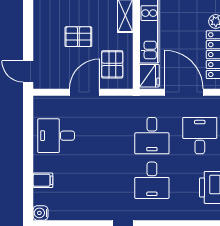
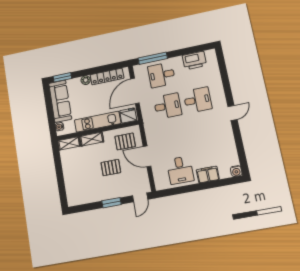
window: (28, 29) -> (111, 203), added
pallet: (78, 37) -> (111, 168), turned 90
filing cabinet: (43, 180) -> (208, 175), width x2.00

